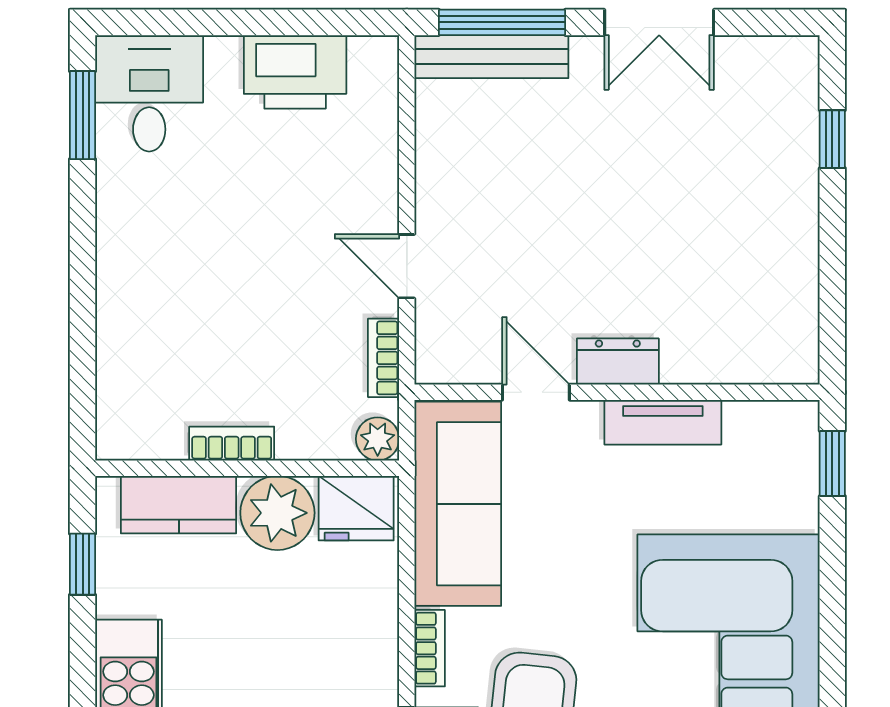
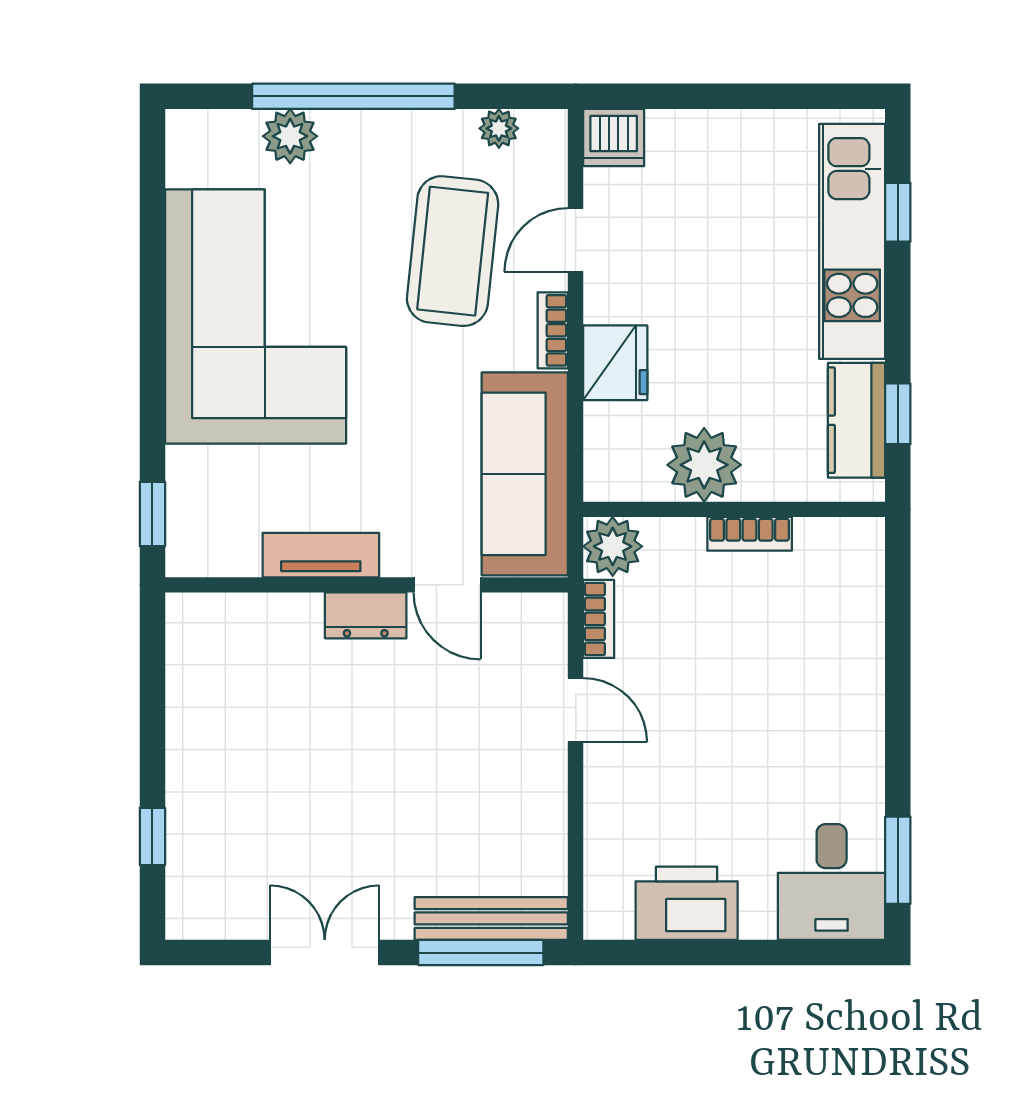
plant: (378, 439) -> (613, 546), width x1.38, depth x1.38
kitchen counter: (179, 505) -> (857, 420), moved, turned -90
fridge: (356, 508) -> (615, 363), moved, turned 90

